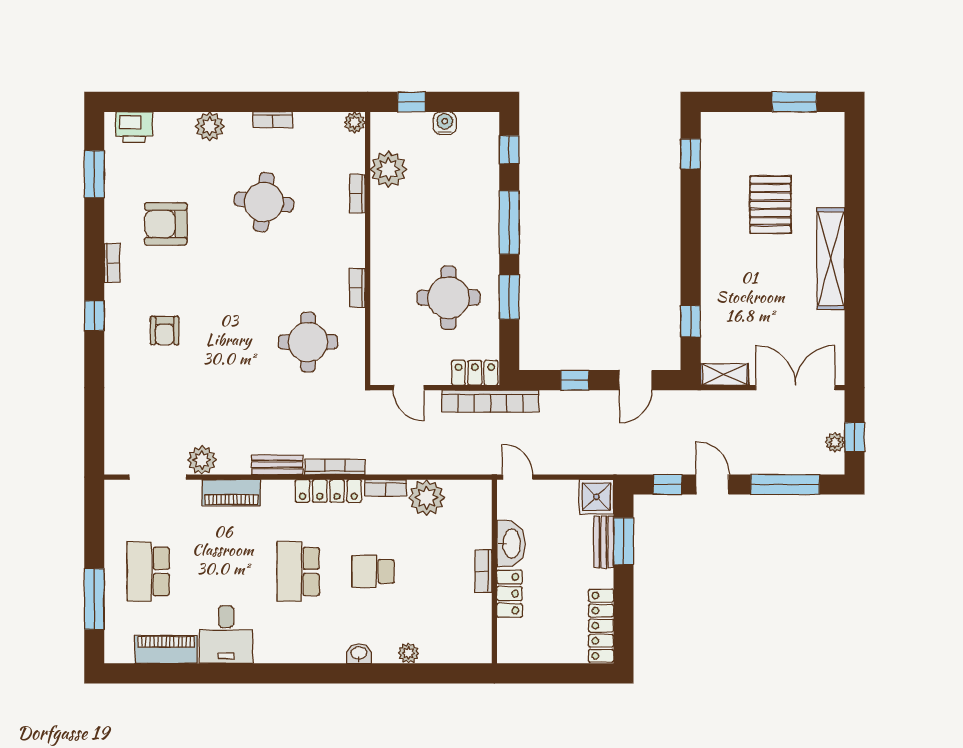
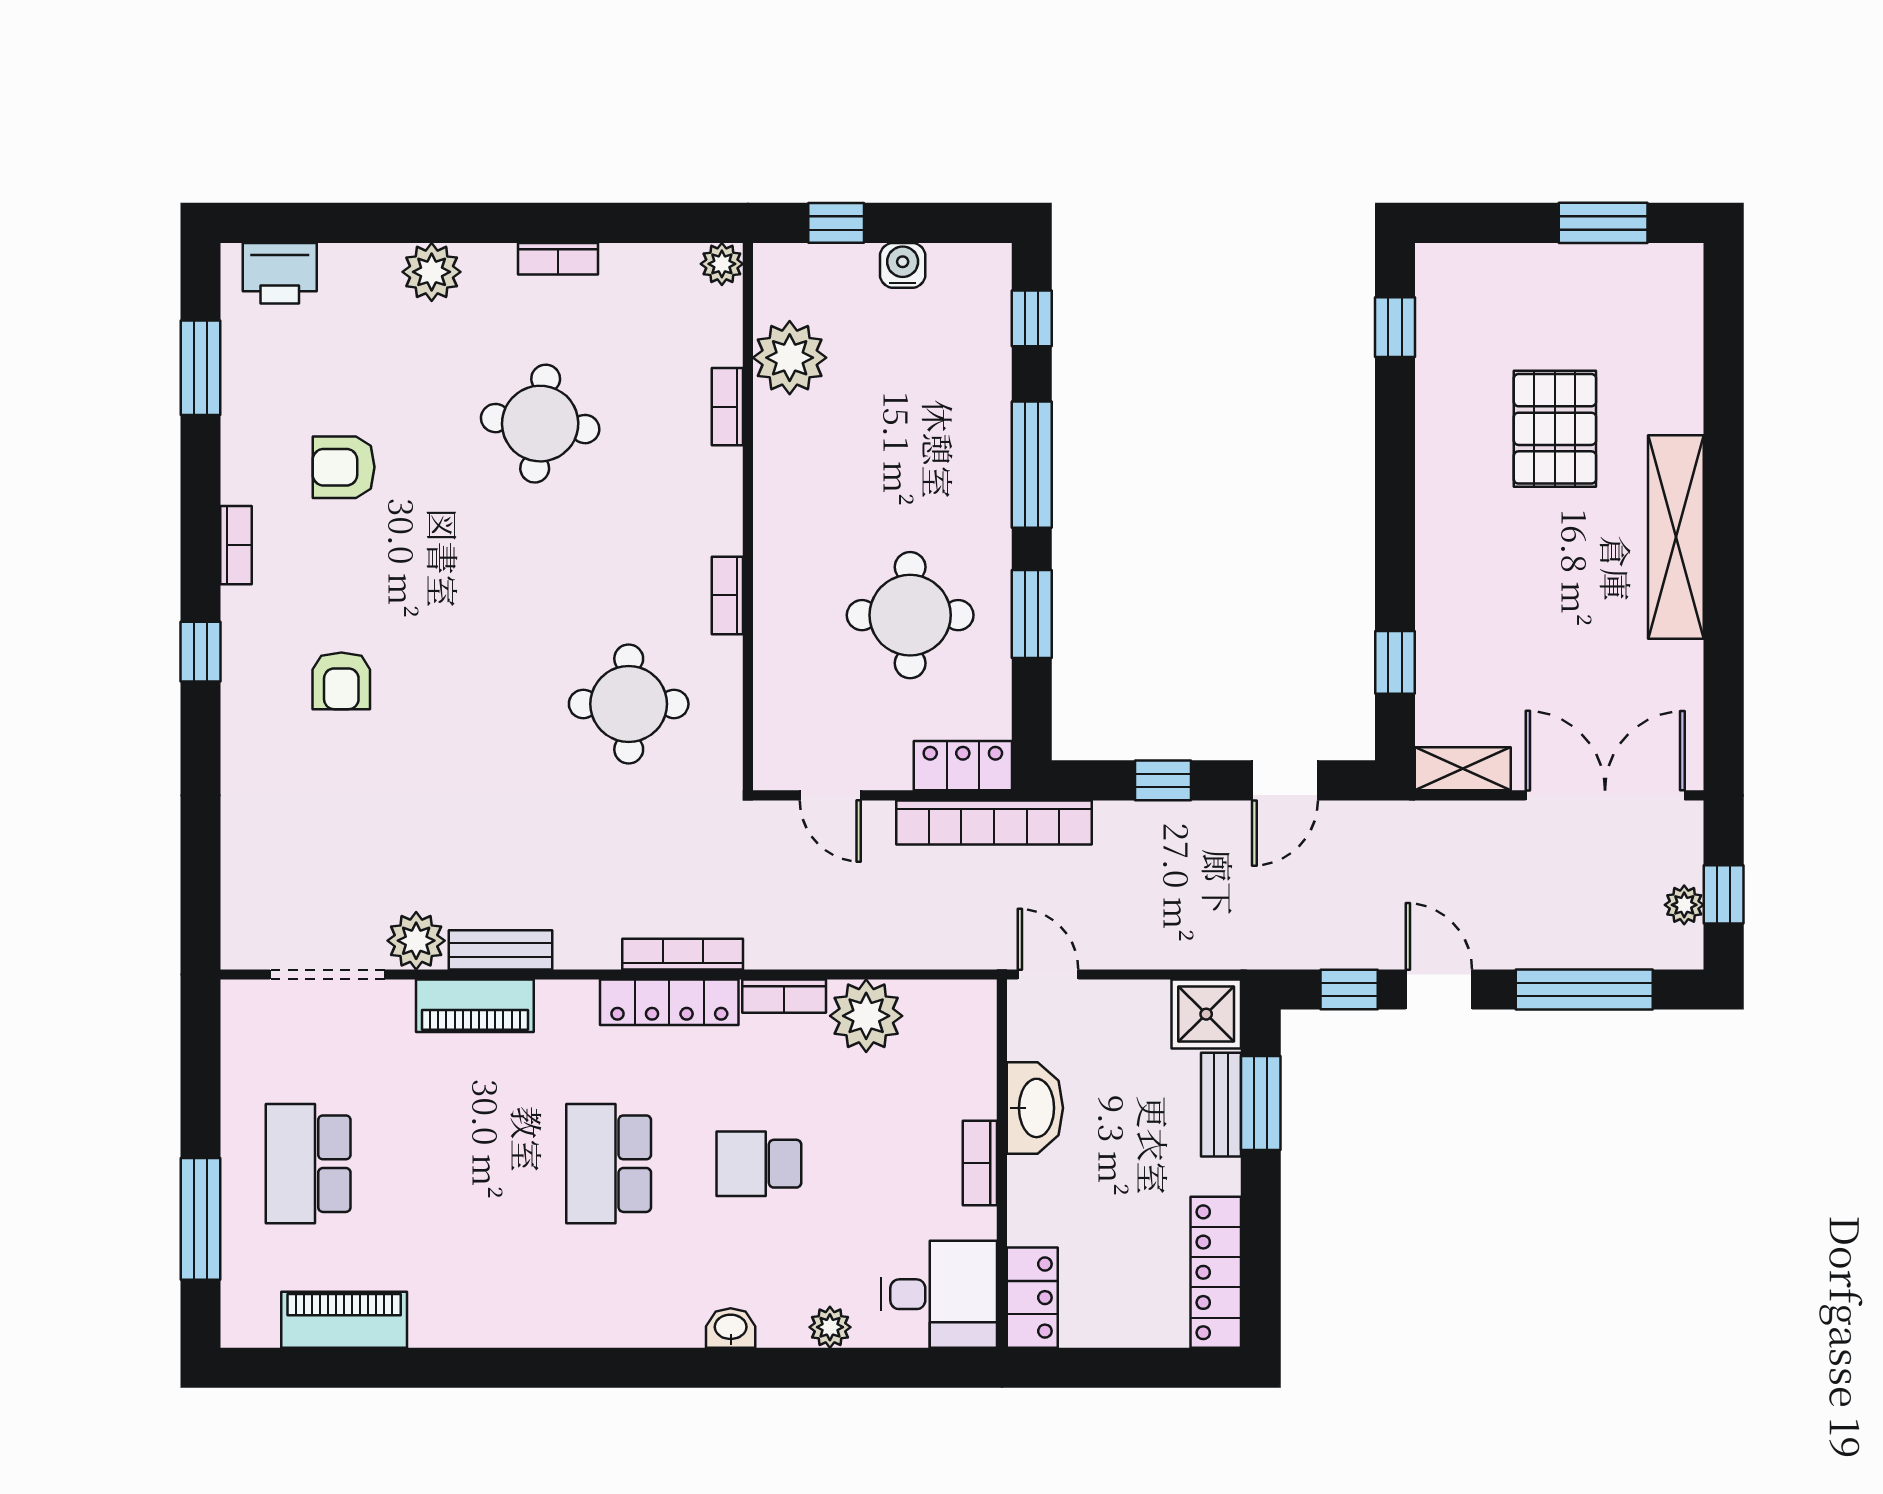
armchair: (166, 224) -> (344, 467), width x0.72, depth x0.72
bench: (277, 465) -> (500, 950), moved
locker: (509, 594) -> (1032, 1298), moved
desk: (226, 635) -> (939, 1294), moved, turned -90

